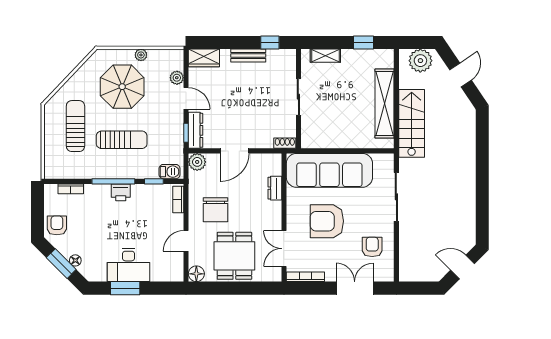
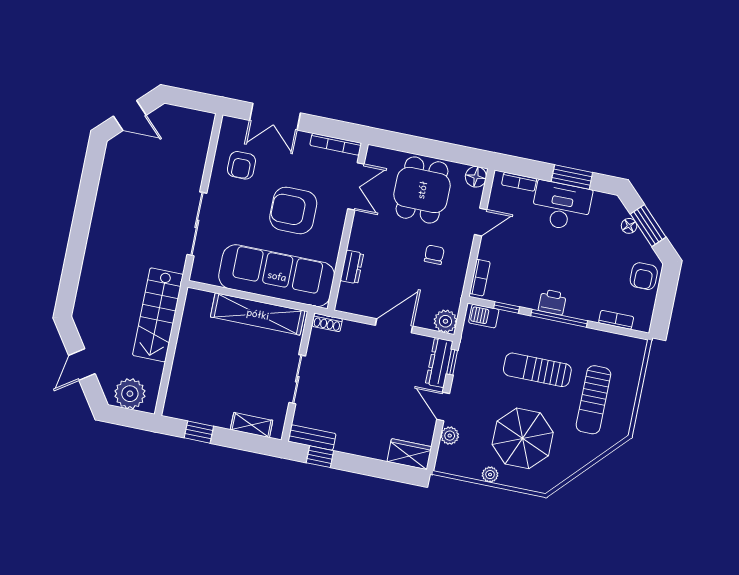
bench: (248, 56) -> (312, 438), moved
shelving: (385, 104) -> (258, 314), moved, turned 90
chair: (216, 210) -> (434, 255), width x0.54, depth x0.54
armchair: (327, 221) -> (293, 210), turned 180
bookcase: (164, 277) -> (519, 182), added

